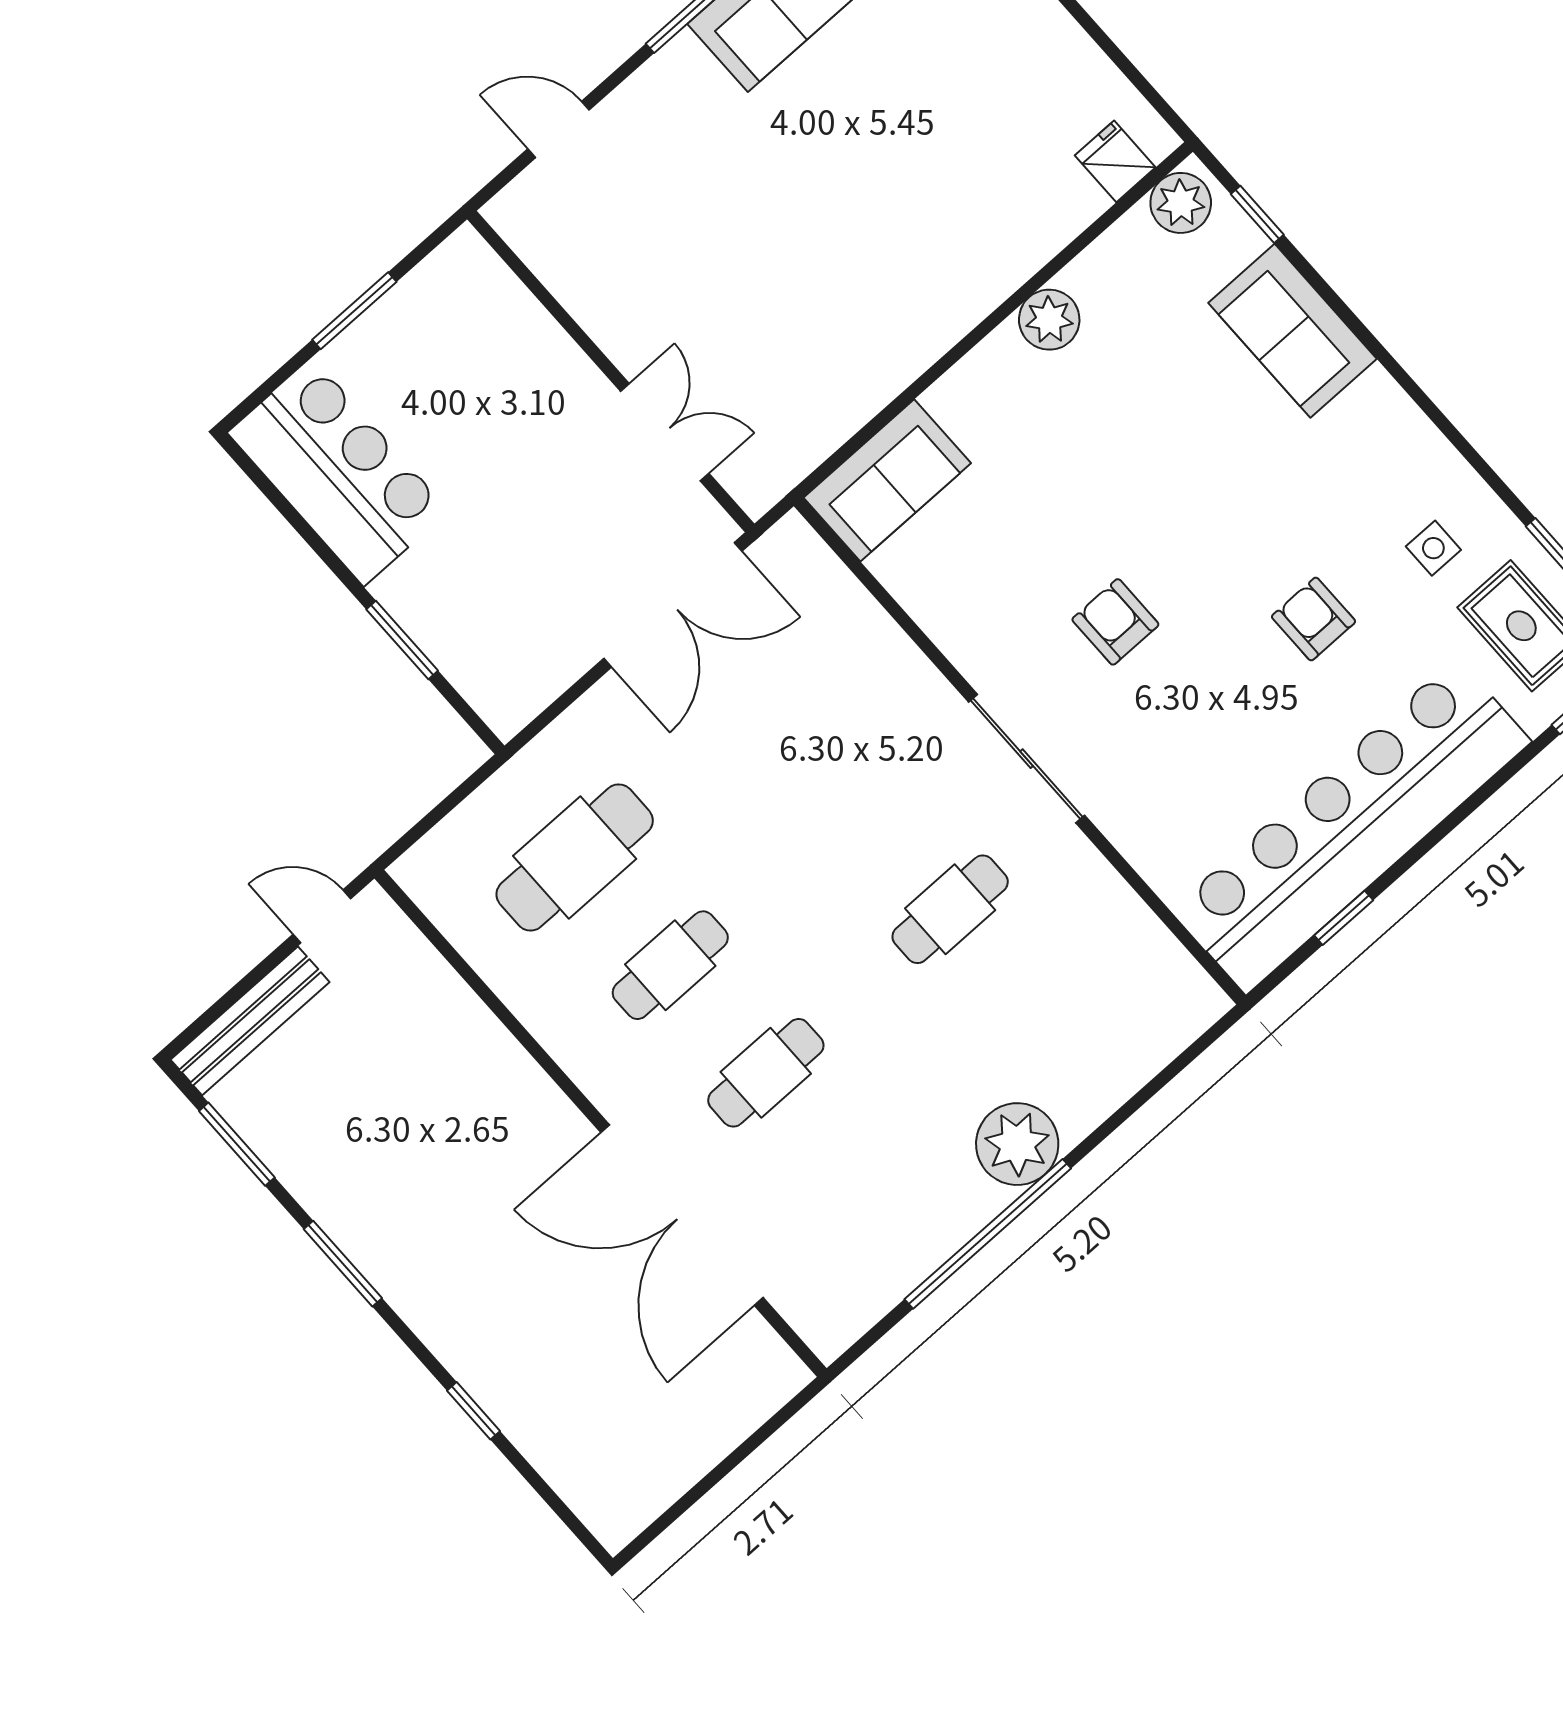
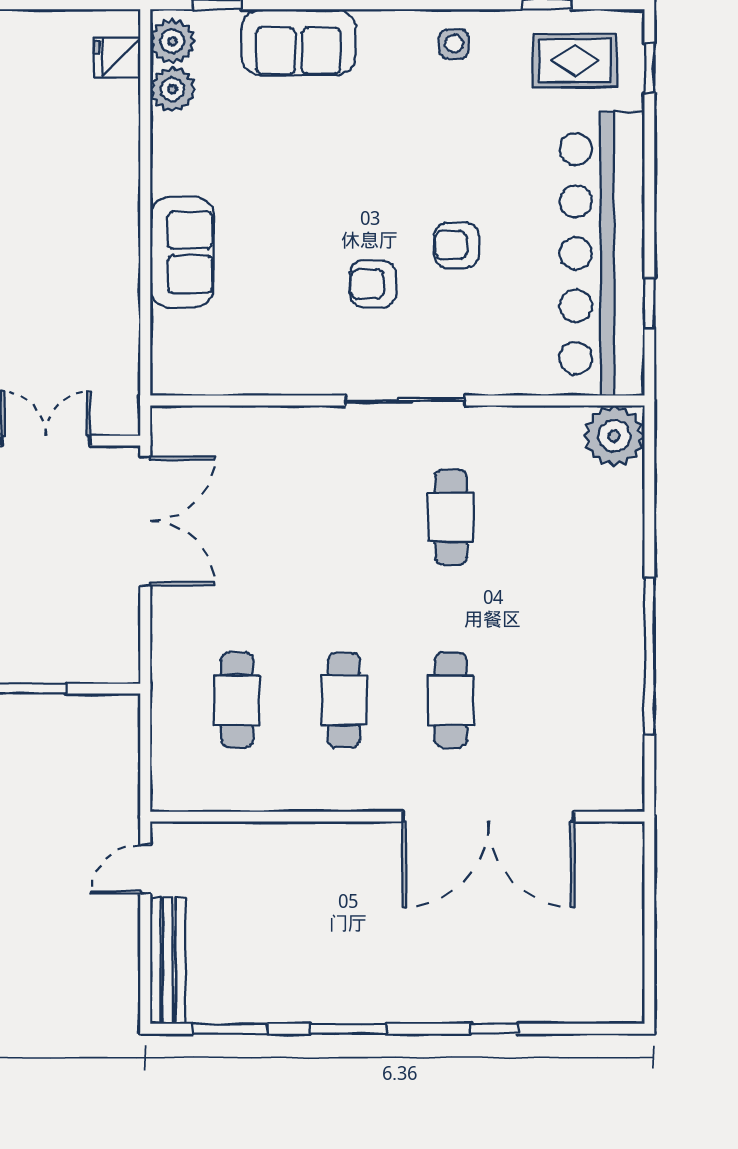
plant: (1049, 320) -> (172, 89), moved
sofa: (887, 480) -> (182, 252), moved
side table: (1433, 548) -> (454, 44), moved
armchair: (1314, 619) -> (456, 245), moved
cafe table: (575, 857) -> (237, 700), width x0.73, depth x0.74
plant: (1017, 1144) -> (614, 436), moved

